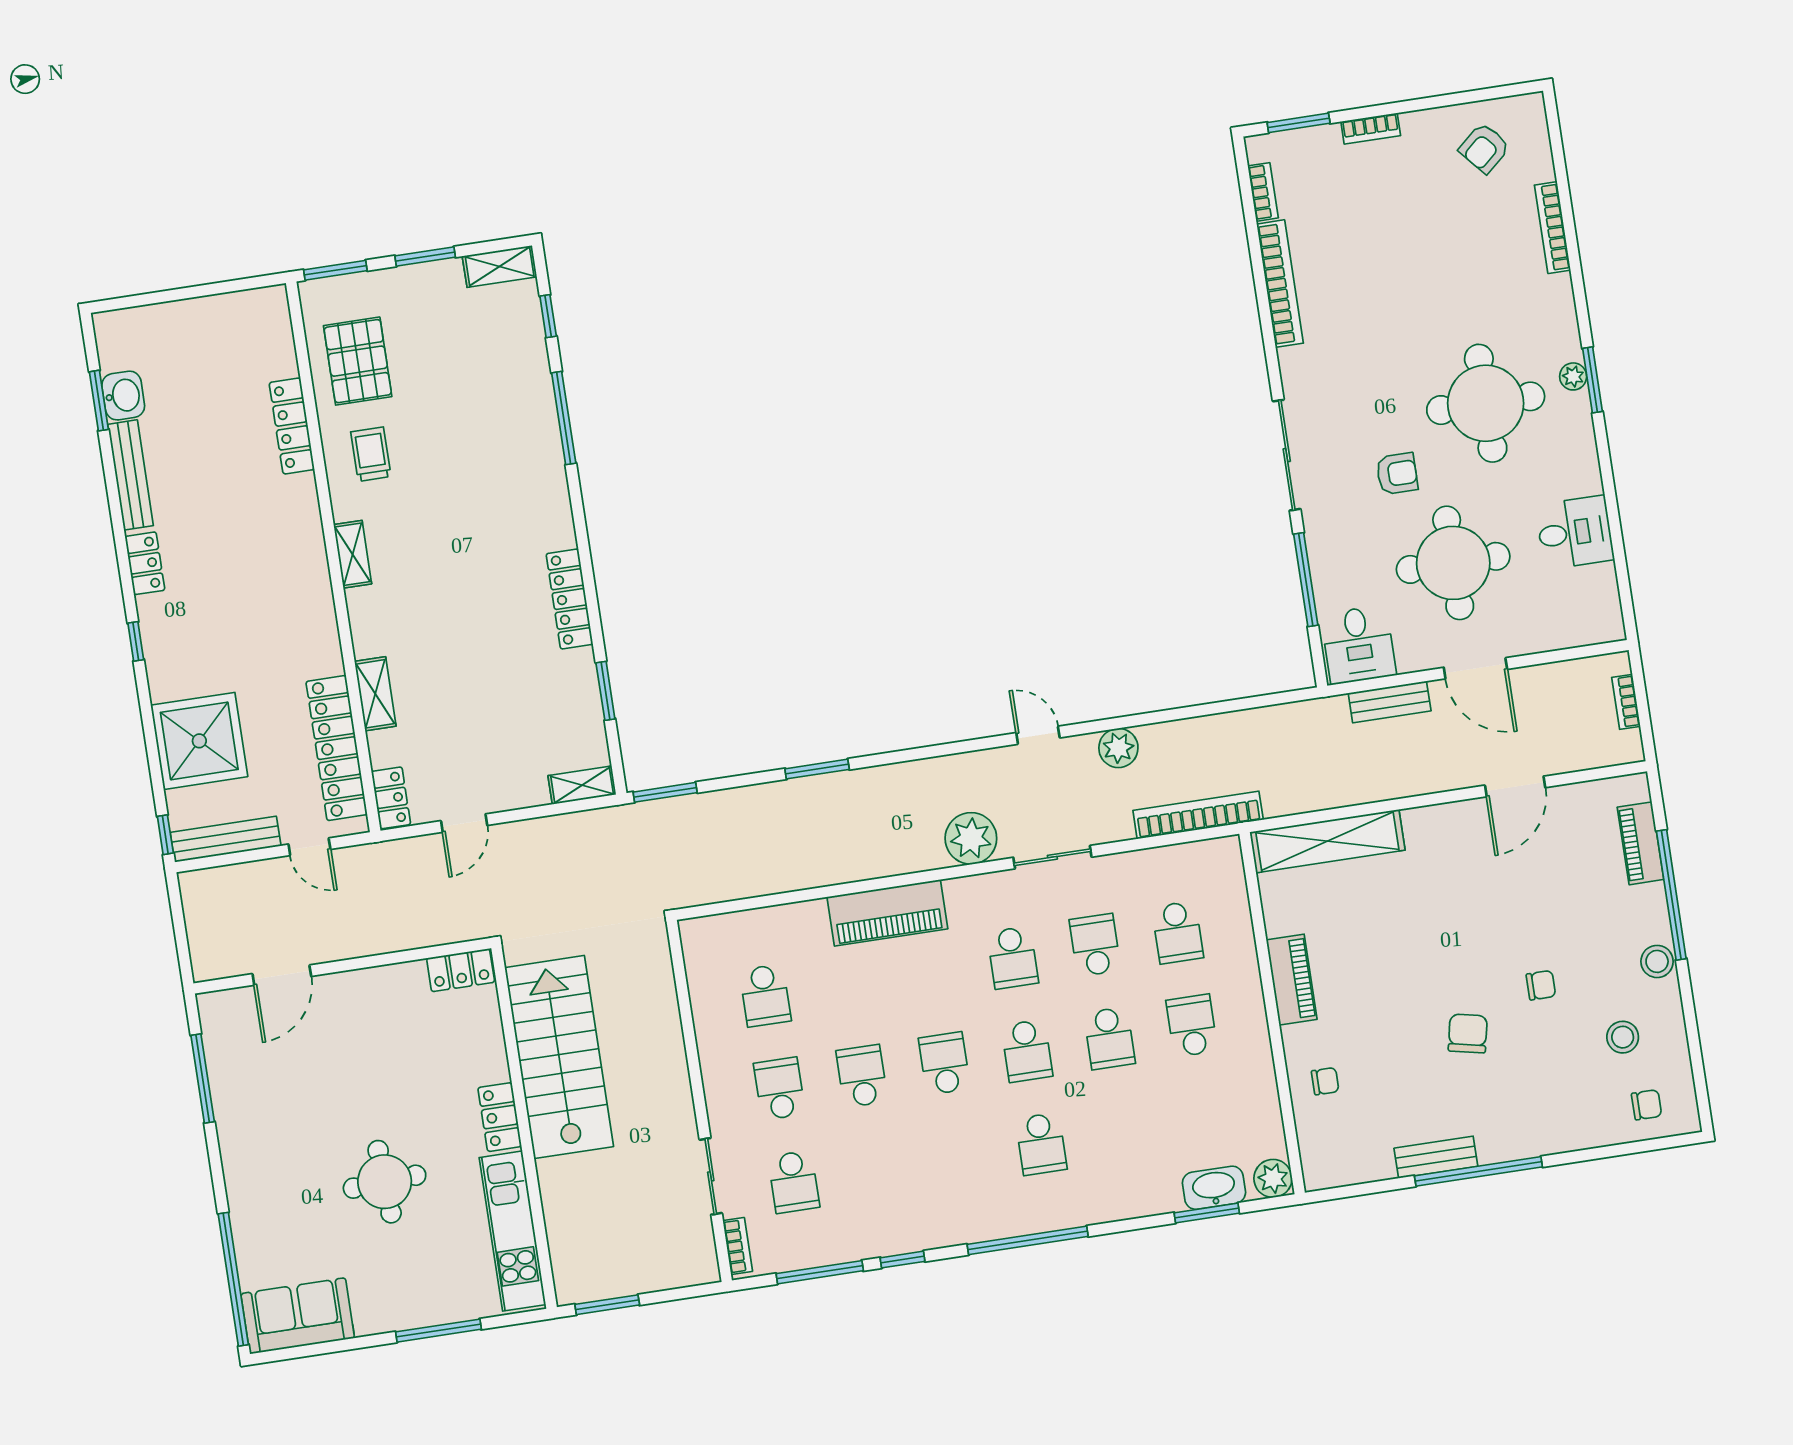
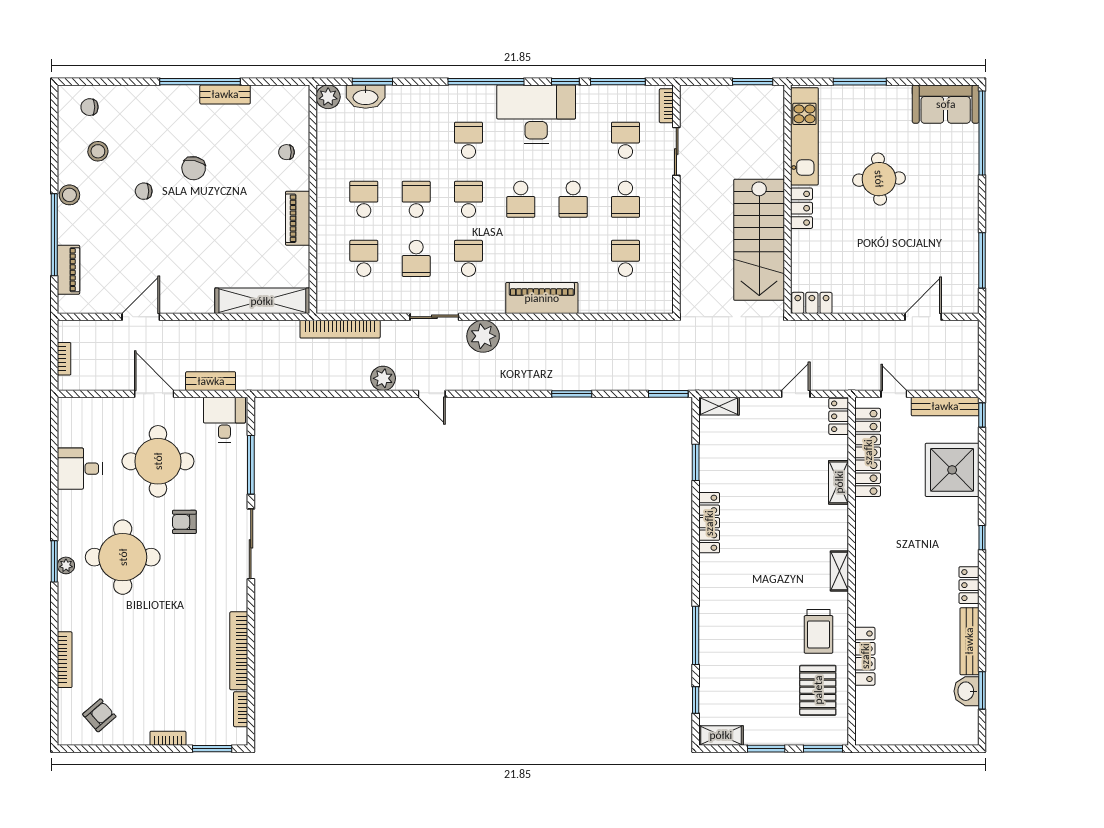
trolley: (371, 454) -> (819, 631), width x1.36, depth x1.39
school desk: (1192, 1026) -> (364, 199), turned 180
desk: (941, 1201) -> (536, 114), added

